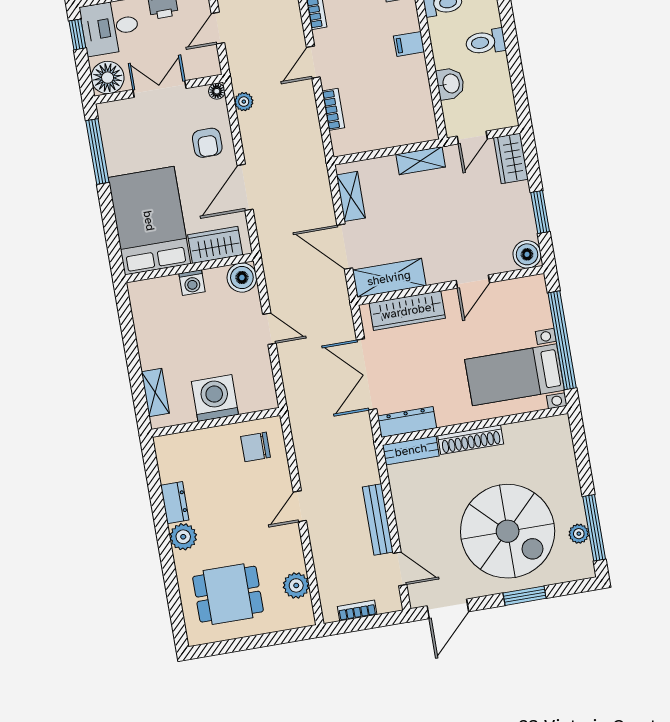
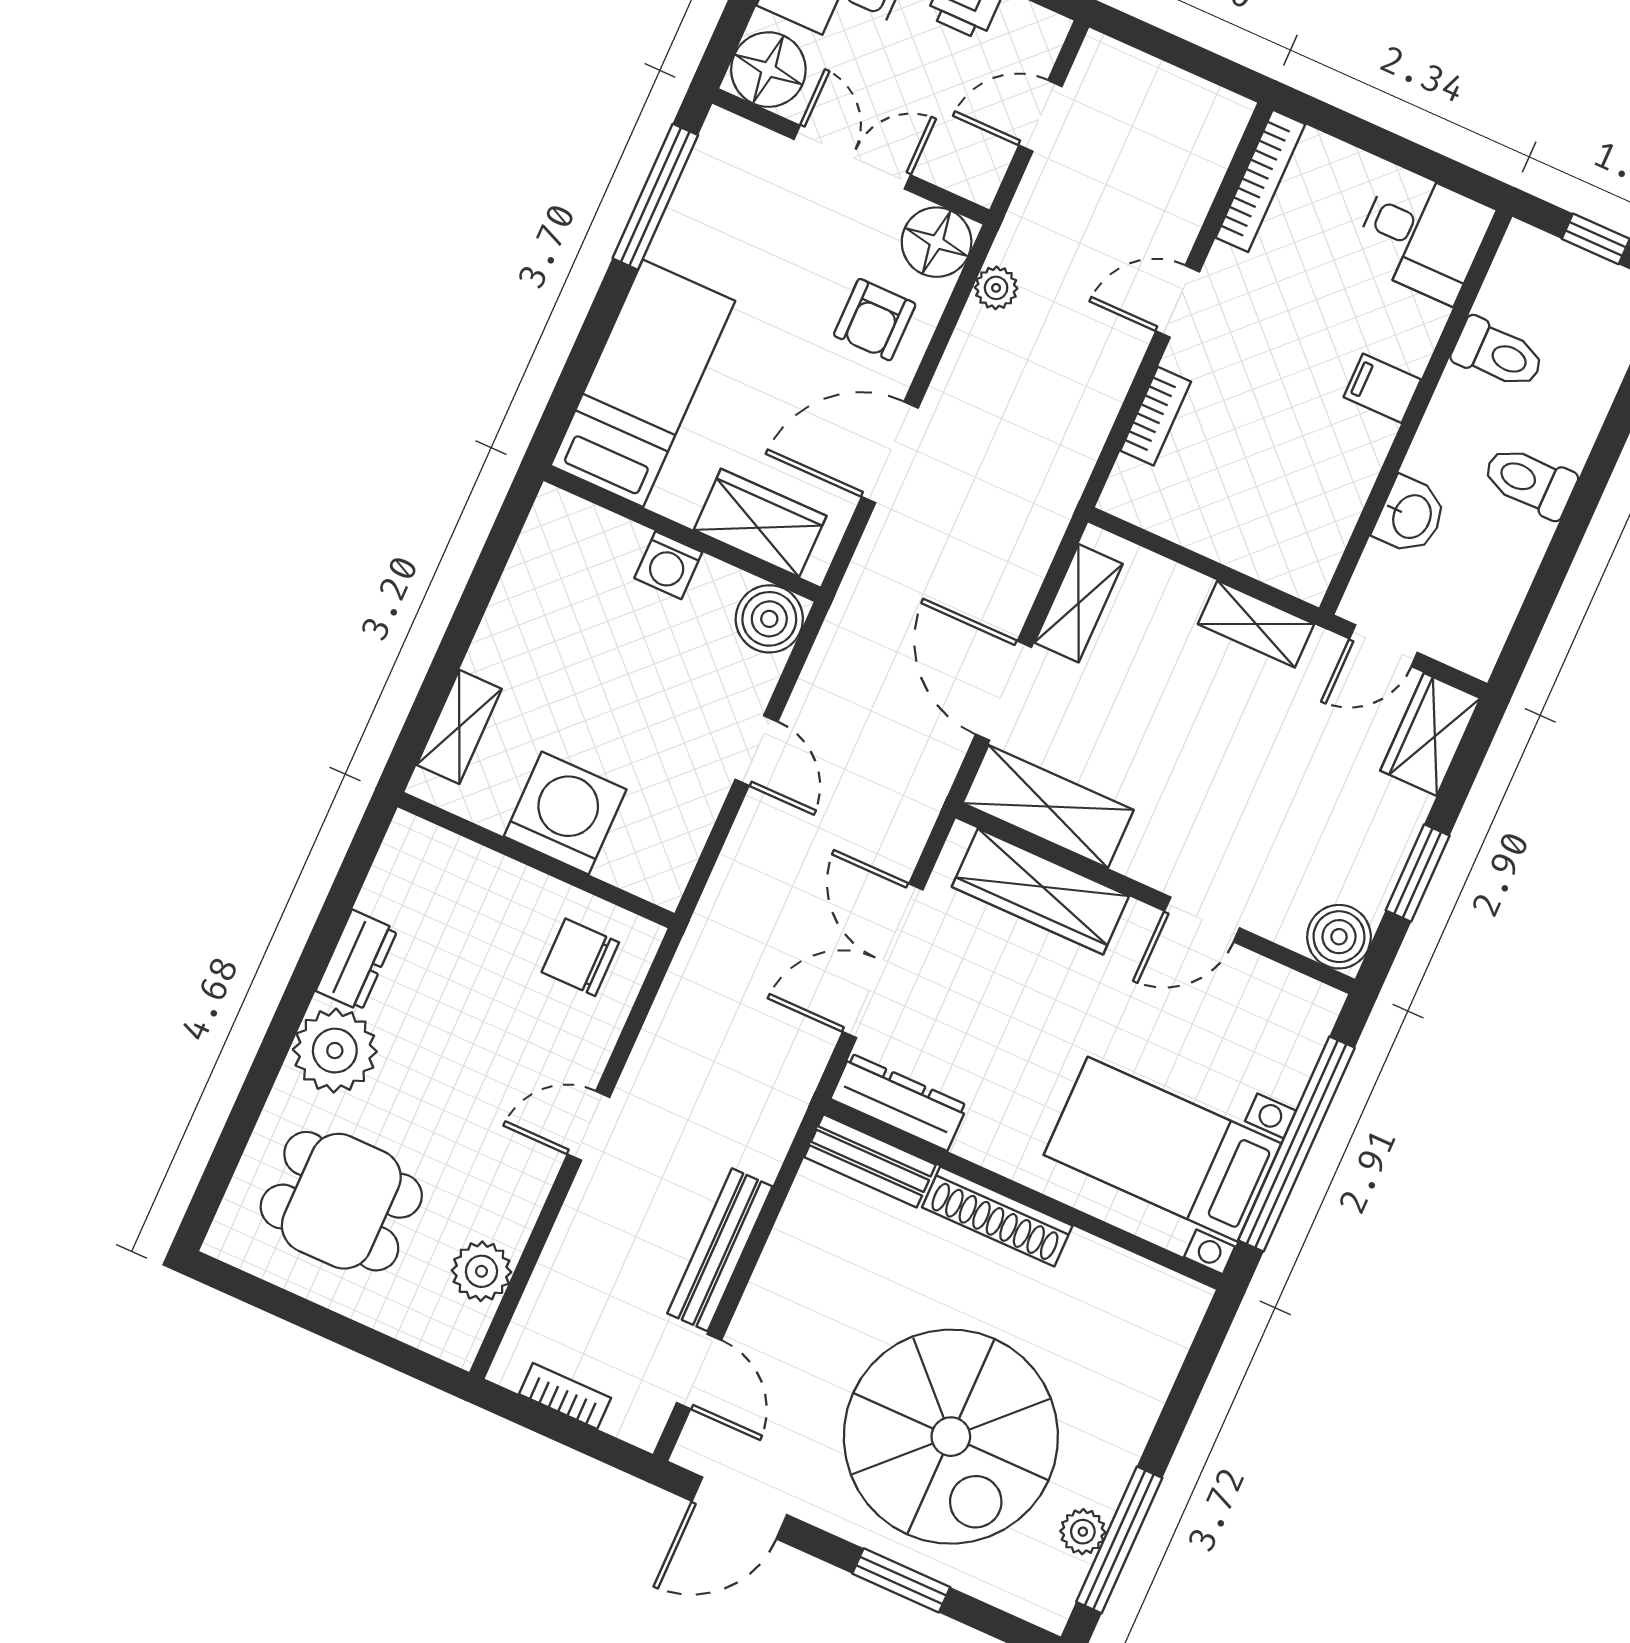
floor lamp: (217, 91) -> (937, 242), width x1.89, depth x1.89
bed: (149, 221) -> (643, 383), width x0.67
plant: (183, 537) -> (335, 1051), width x1.36, depth x1.36

